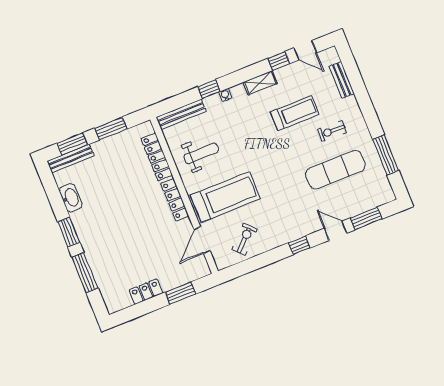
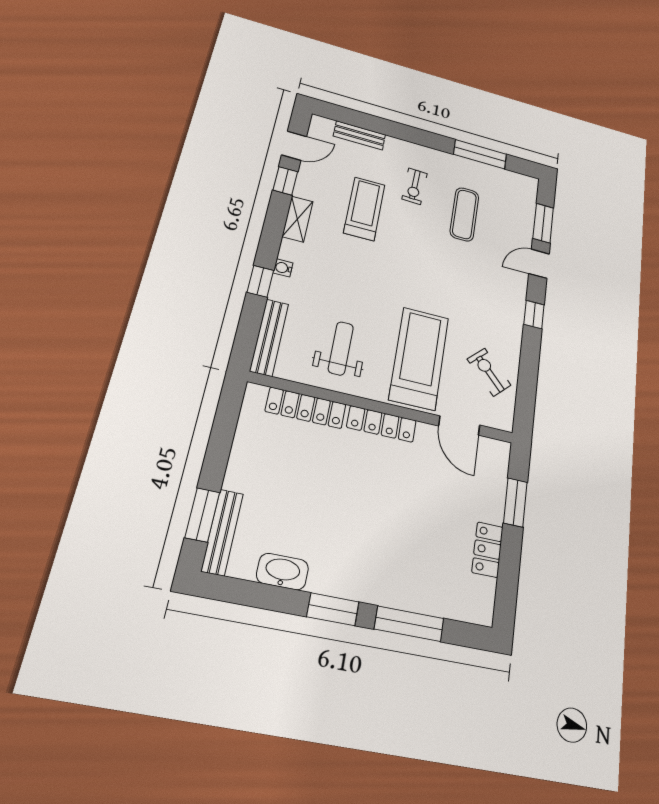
window: (111, 129) -> (220, 443), removed
exercise mat: (335, 170) -> (464, 214), width x0.73, depth x0.69

